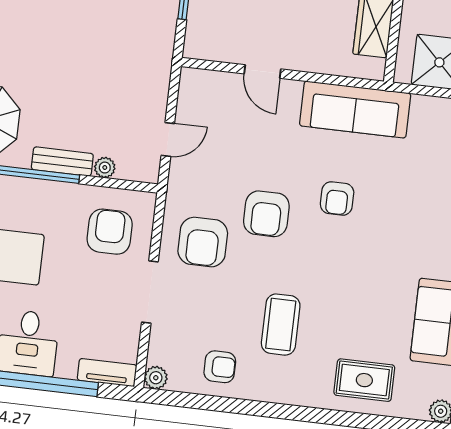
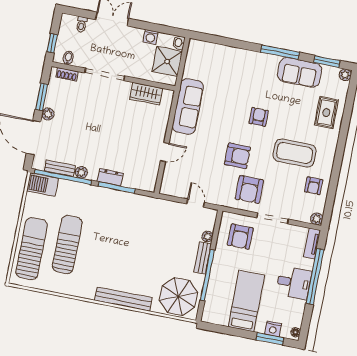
armchair: (337, 198) -> (259, 117), moved, turned -90
armchair: (110, 232) -> (240, 237), turned -90
armchair: (203, 242) -> (249, 189), turned 90
coffee table: (281, 325) -> (295, 153), width x1.36, depth x1.32
armchair: (220, 367) -> (314, 186), turned 180

